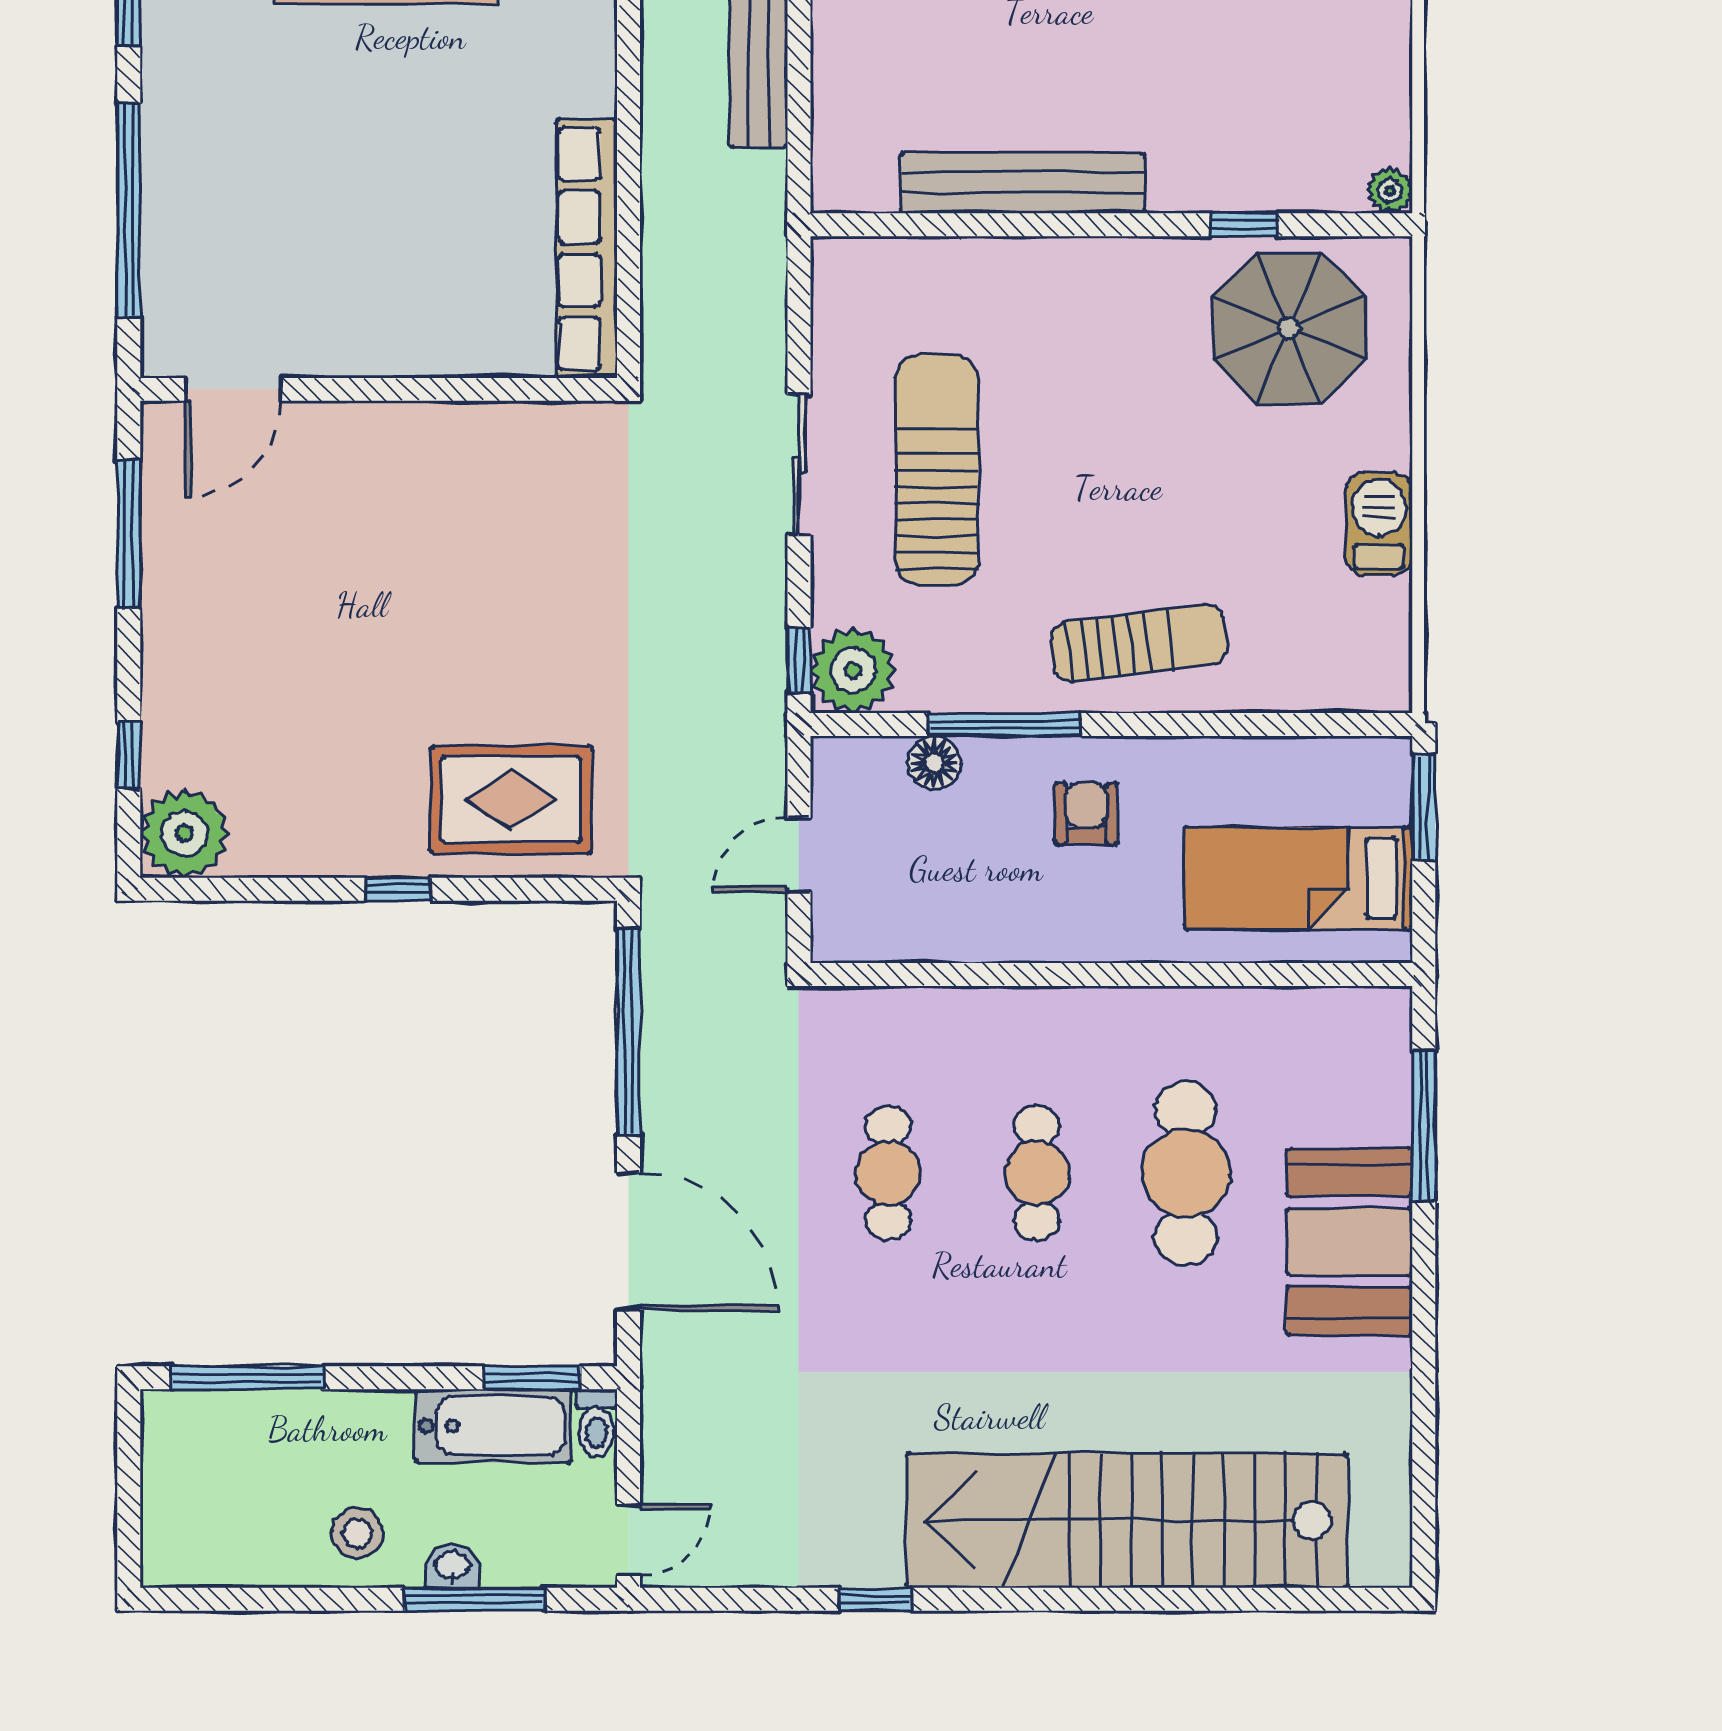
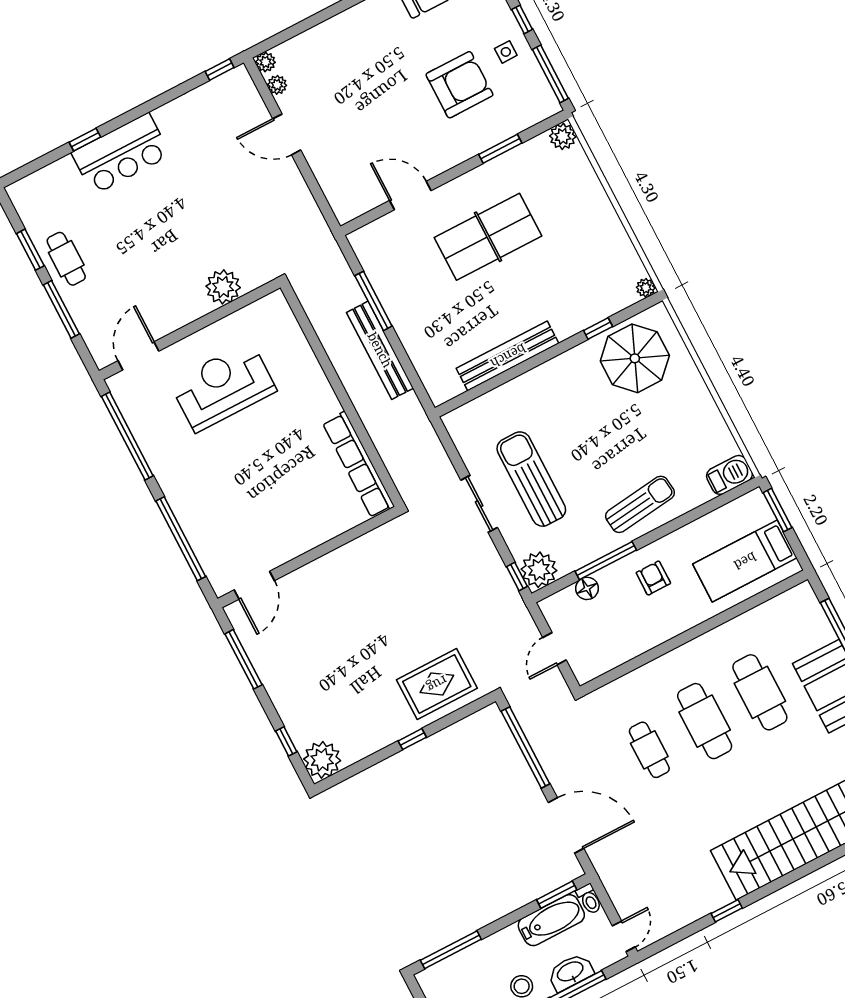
barbecue: (1379, 524) -> (729, 475), moved, turned 90
cafe table: (1037, 1173) -> (705, 721), width x1.37, depth x1.35
washbasin: (452, 1566) -> (570, 972), width x1.91, depth x1.45

